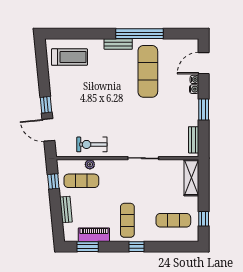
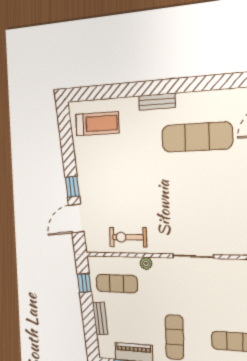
window: (139, 34) -> (185, 85), removed
exercise mat: (148, 71) -> (197, 137), turned 90
door: (48, 130) -> (76, 219), hinge flipped
plant: (90, 164) -> (146, 263), moved

